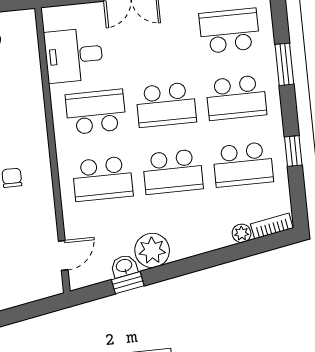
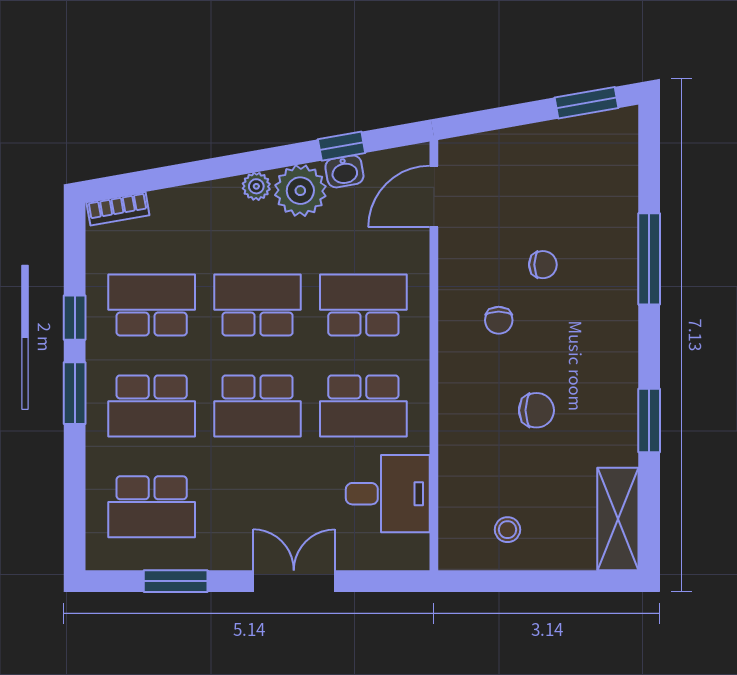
window: (284, 64) -> (75, 393), moved
school desk: (236, 98) -> (152, 406), turned 180
school desk: (166, 105) -> (258, 406), turned 180
plant: (242, 233) -> (256, 186), moved
door: (63, 255) -> (434, 196), width x1.38

